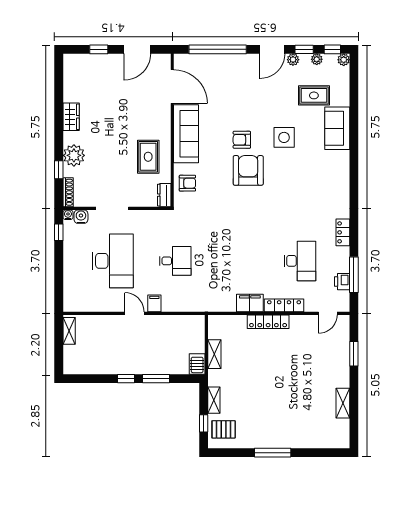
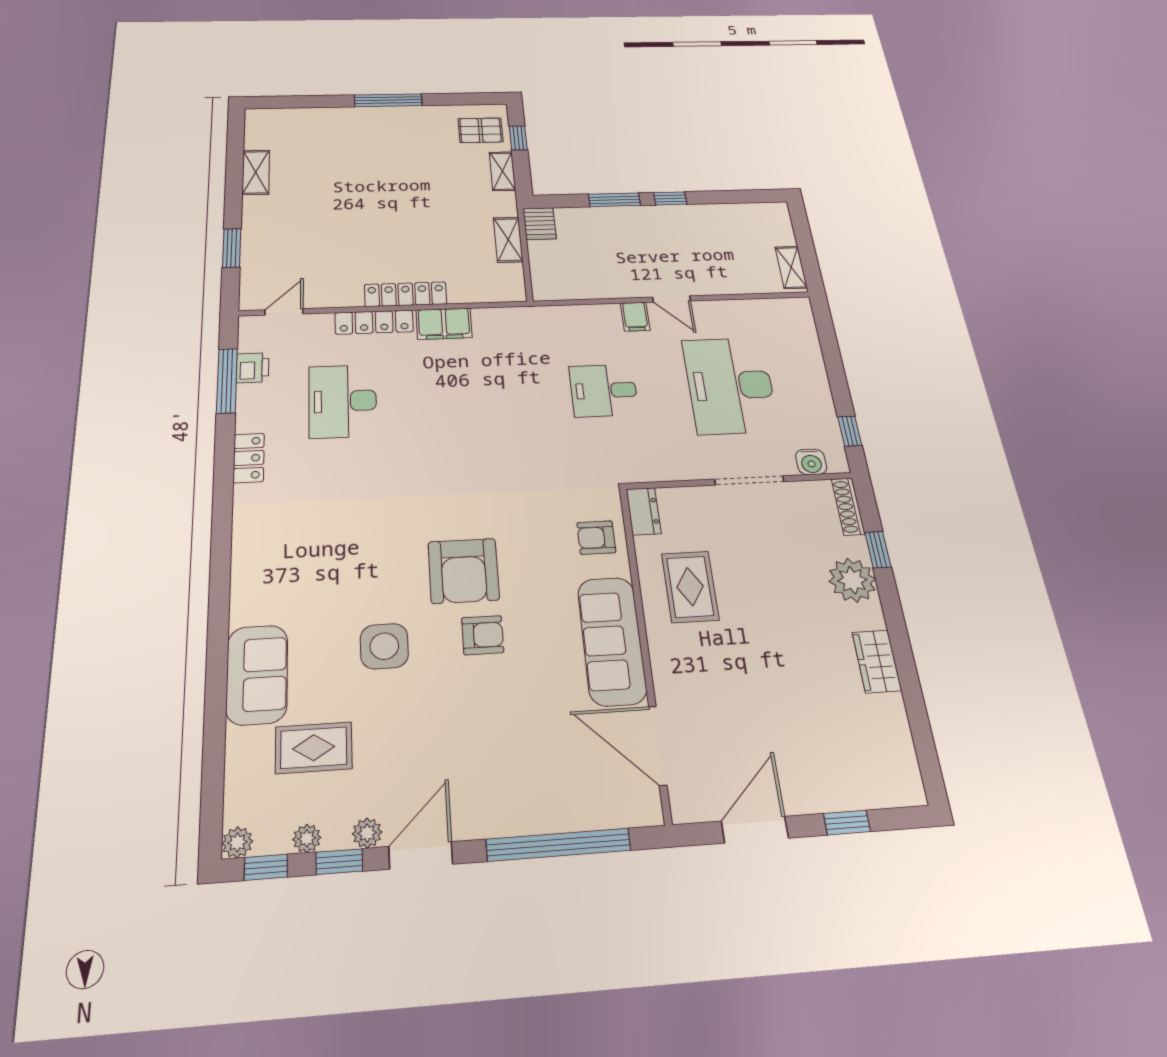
water cooler: (68, 215) -> (838, 464), removed

